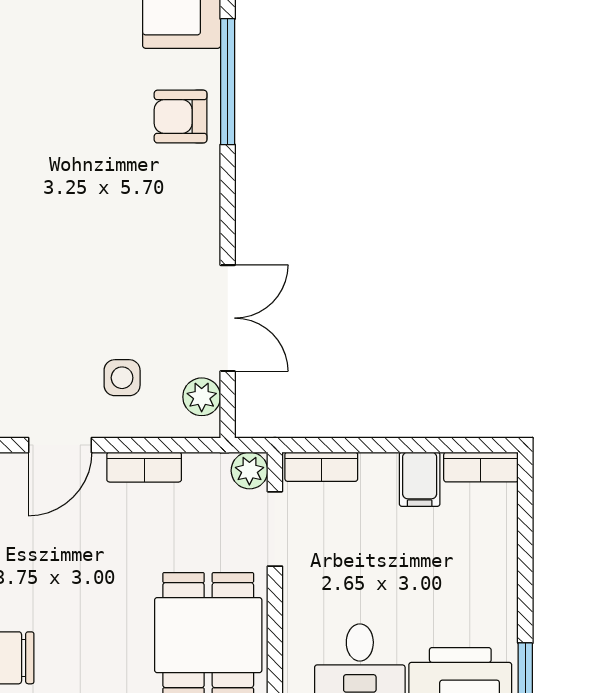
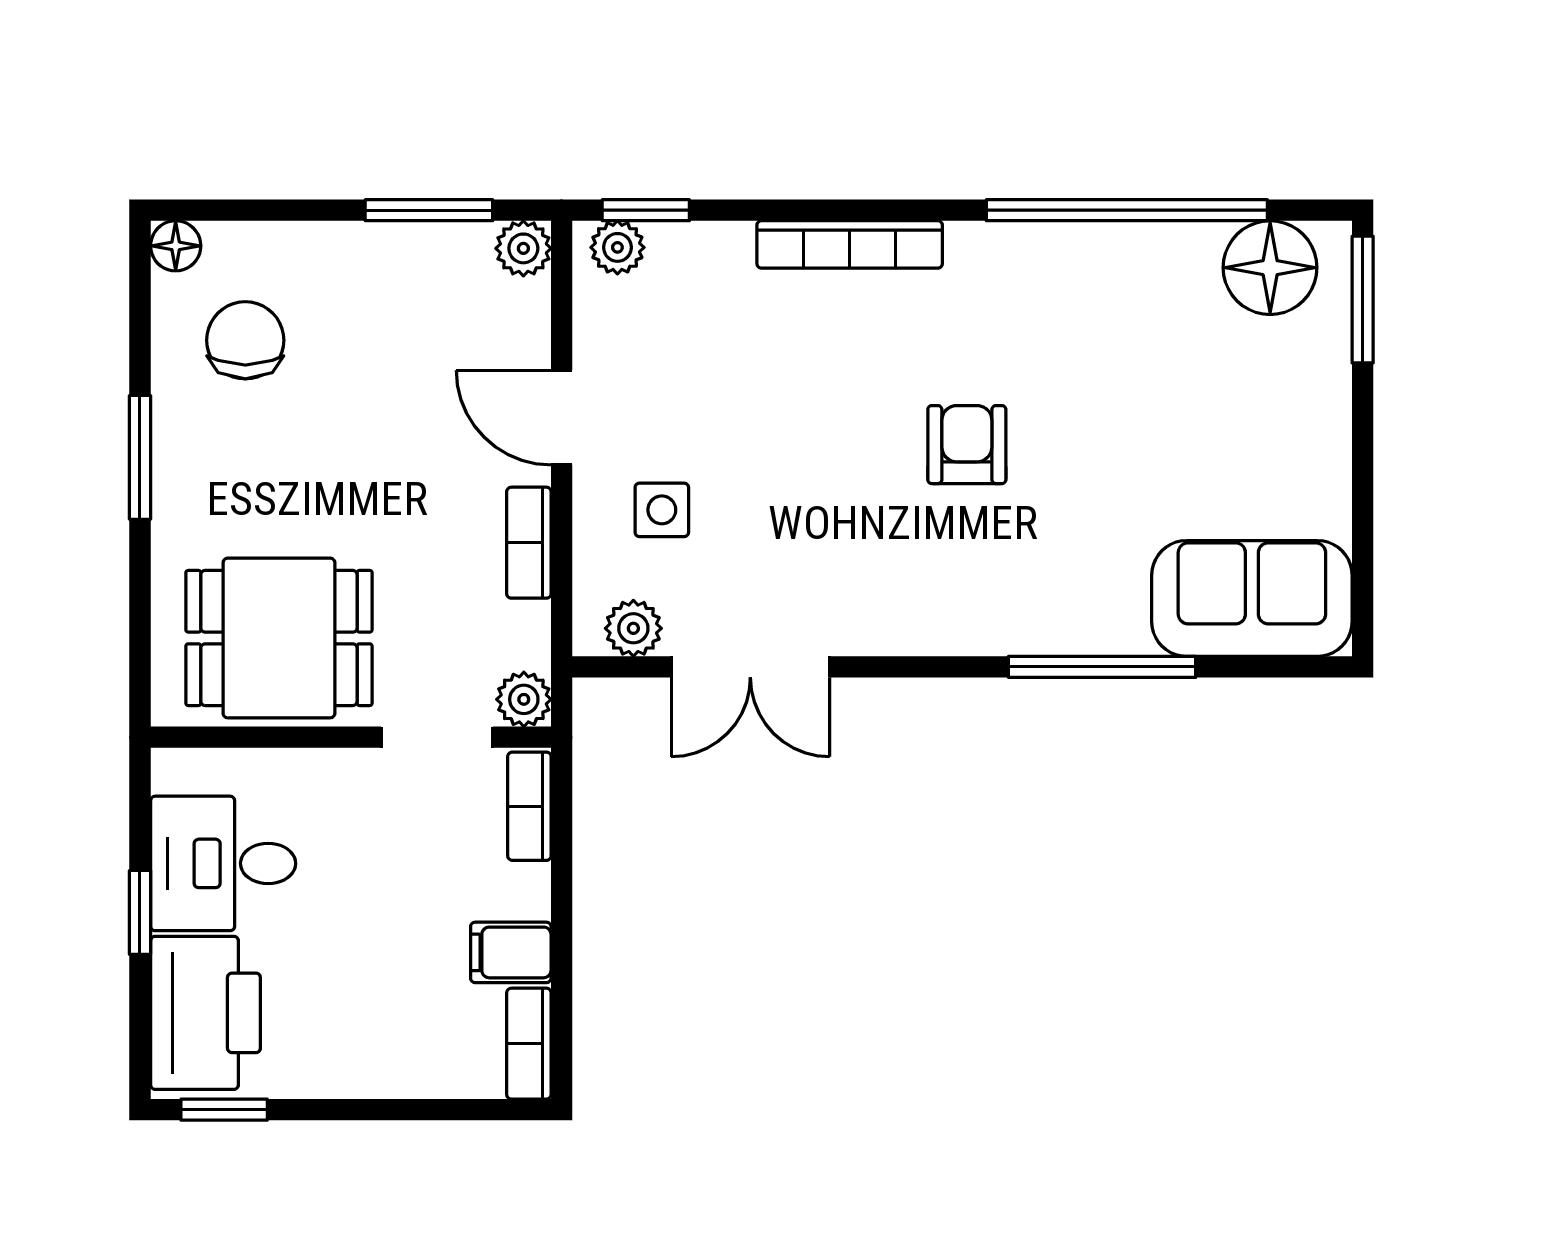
armchair: (181, 117) -> (967, 445), moved

